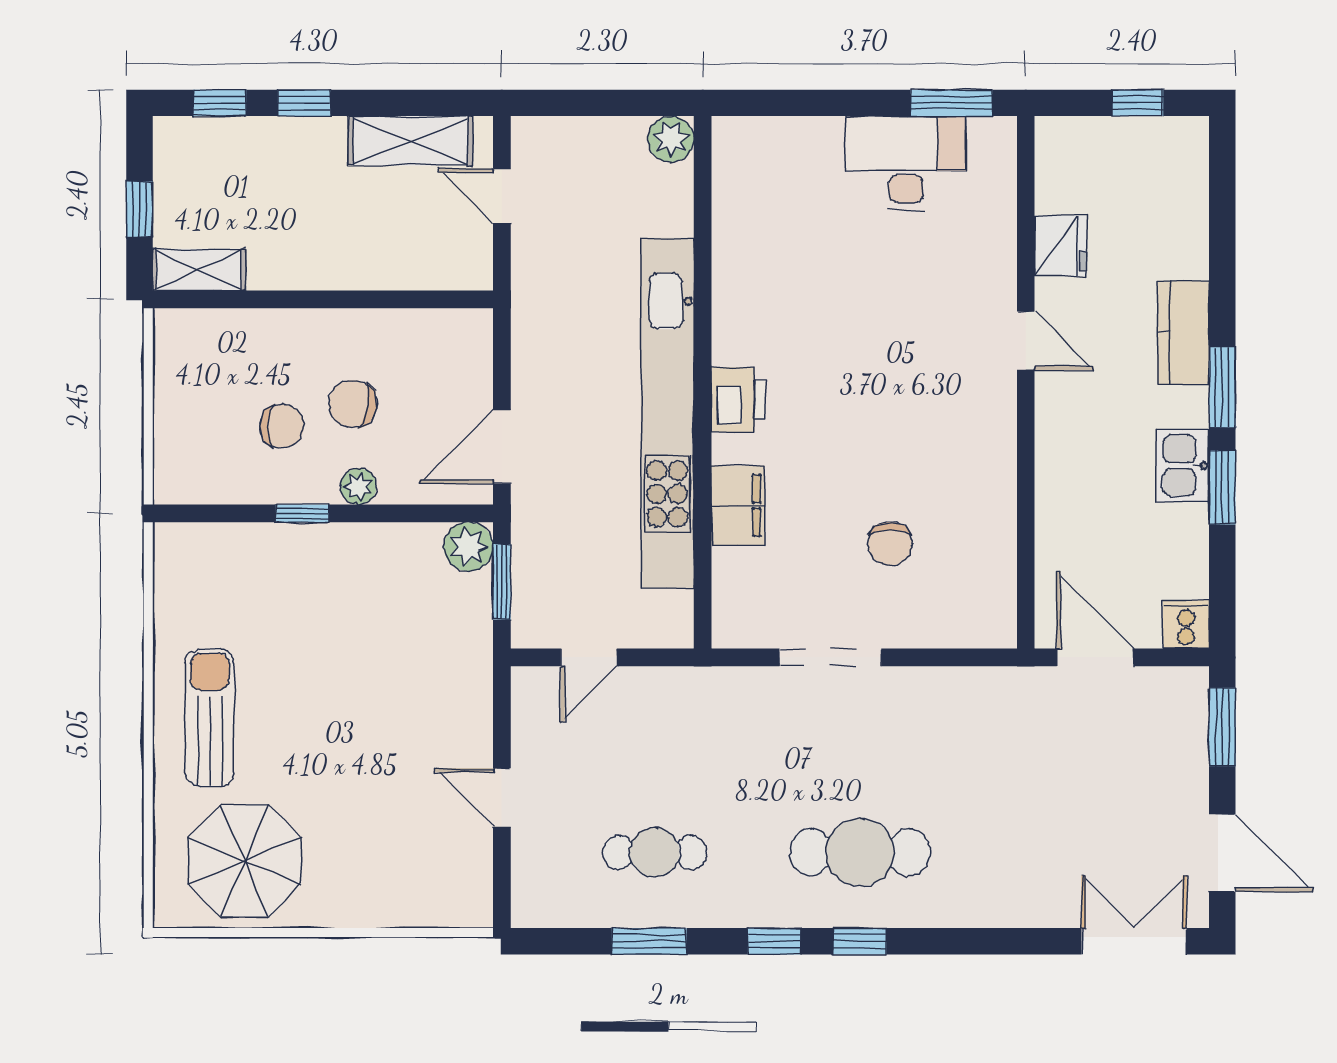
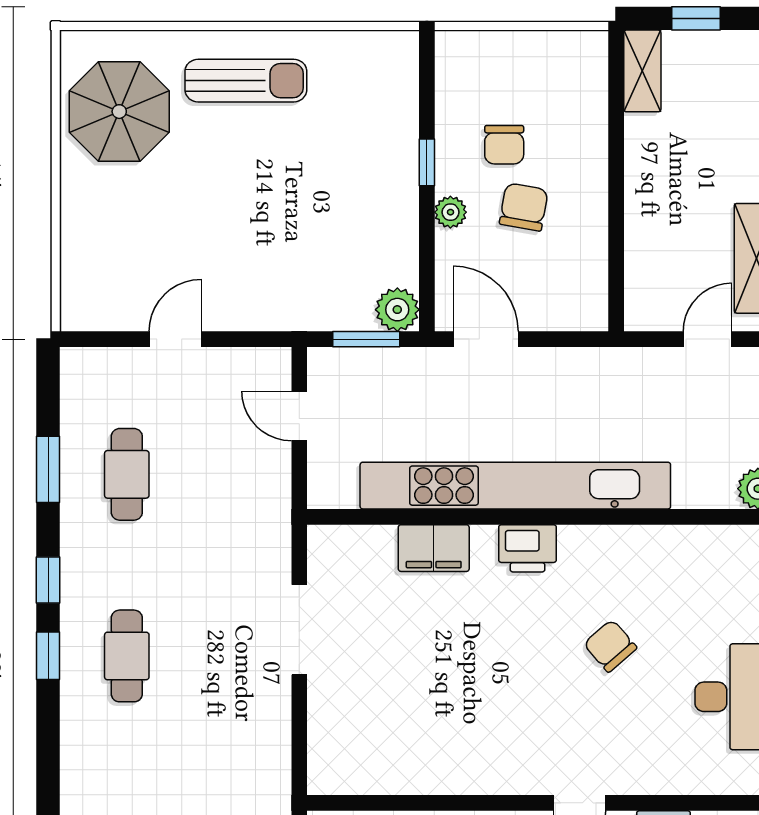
chair: (890, 544) -> (610, 646), moved, turned 49
cafe table: (860, 852) -> (127, 656), width x0.73, depth x0.74

